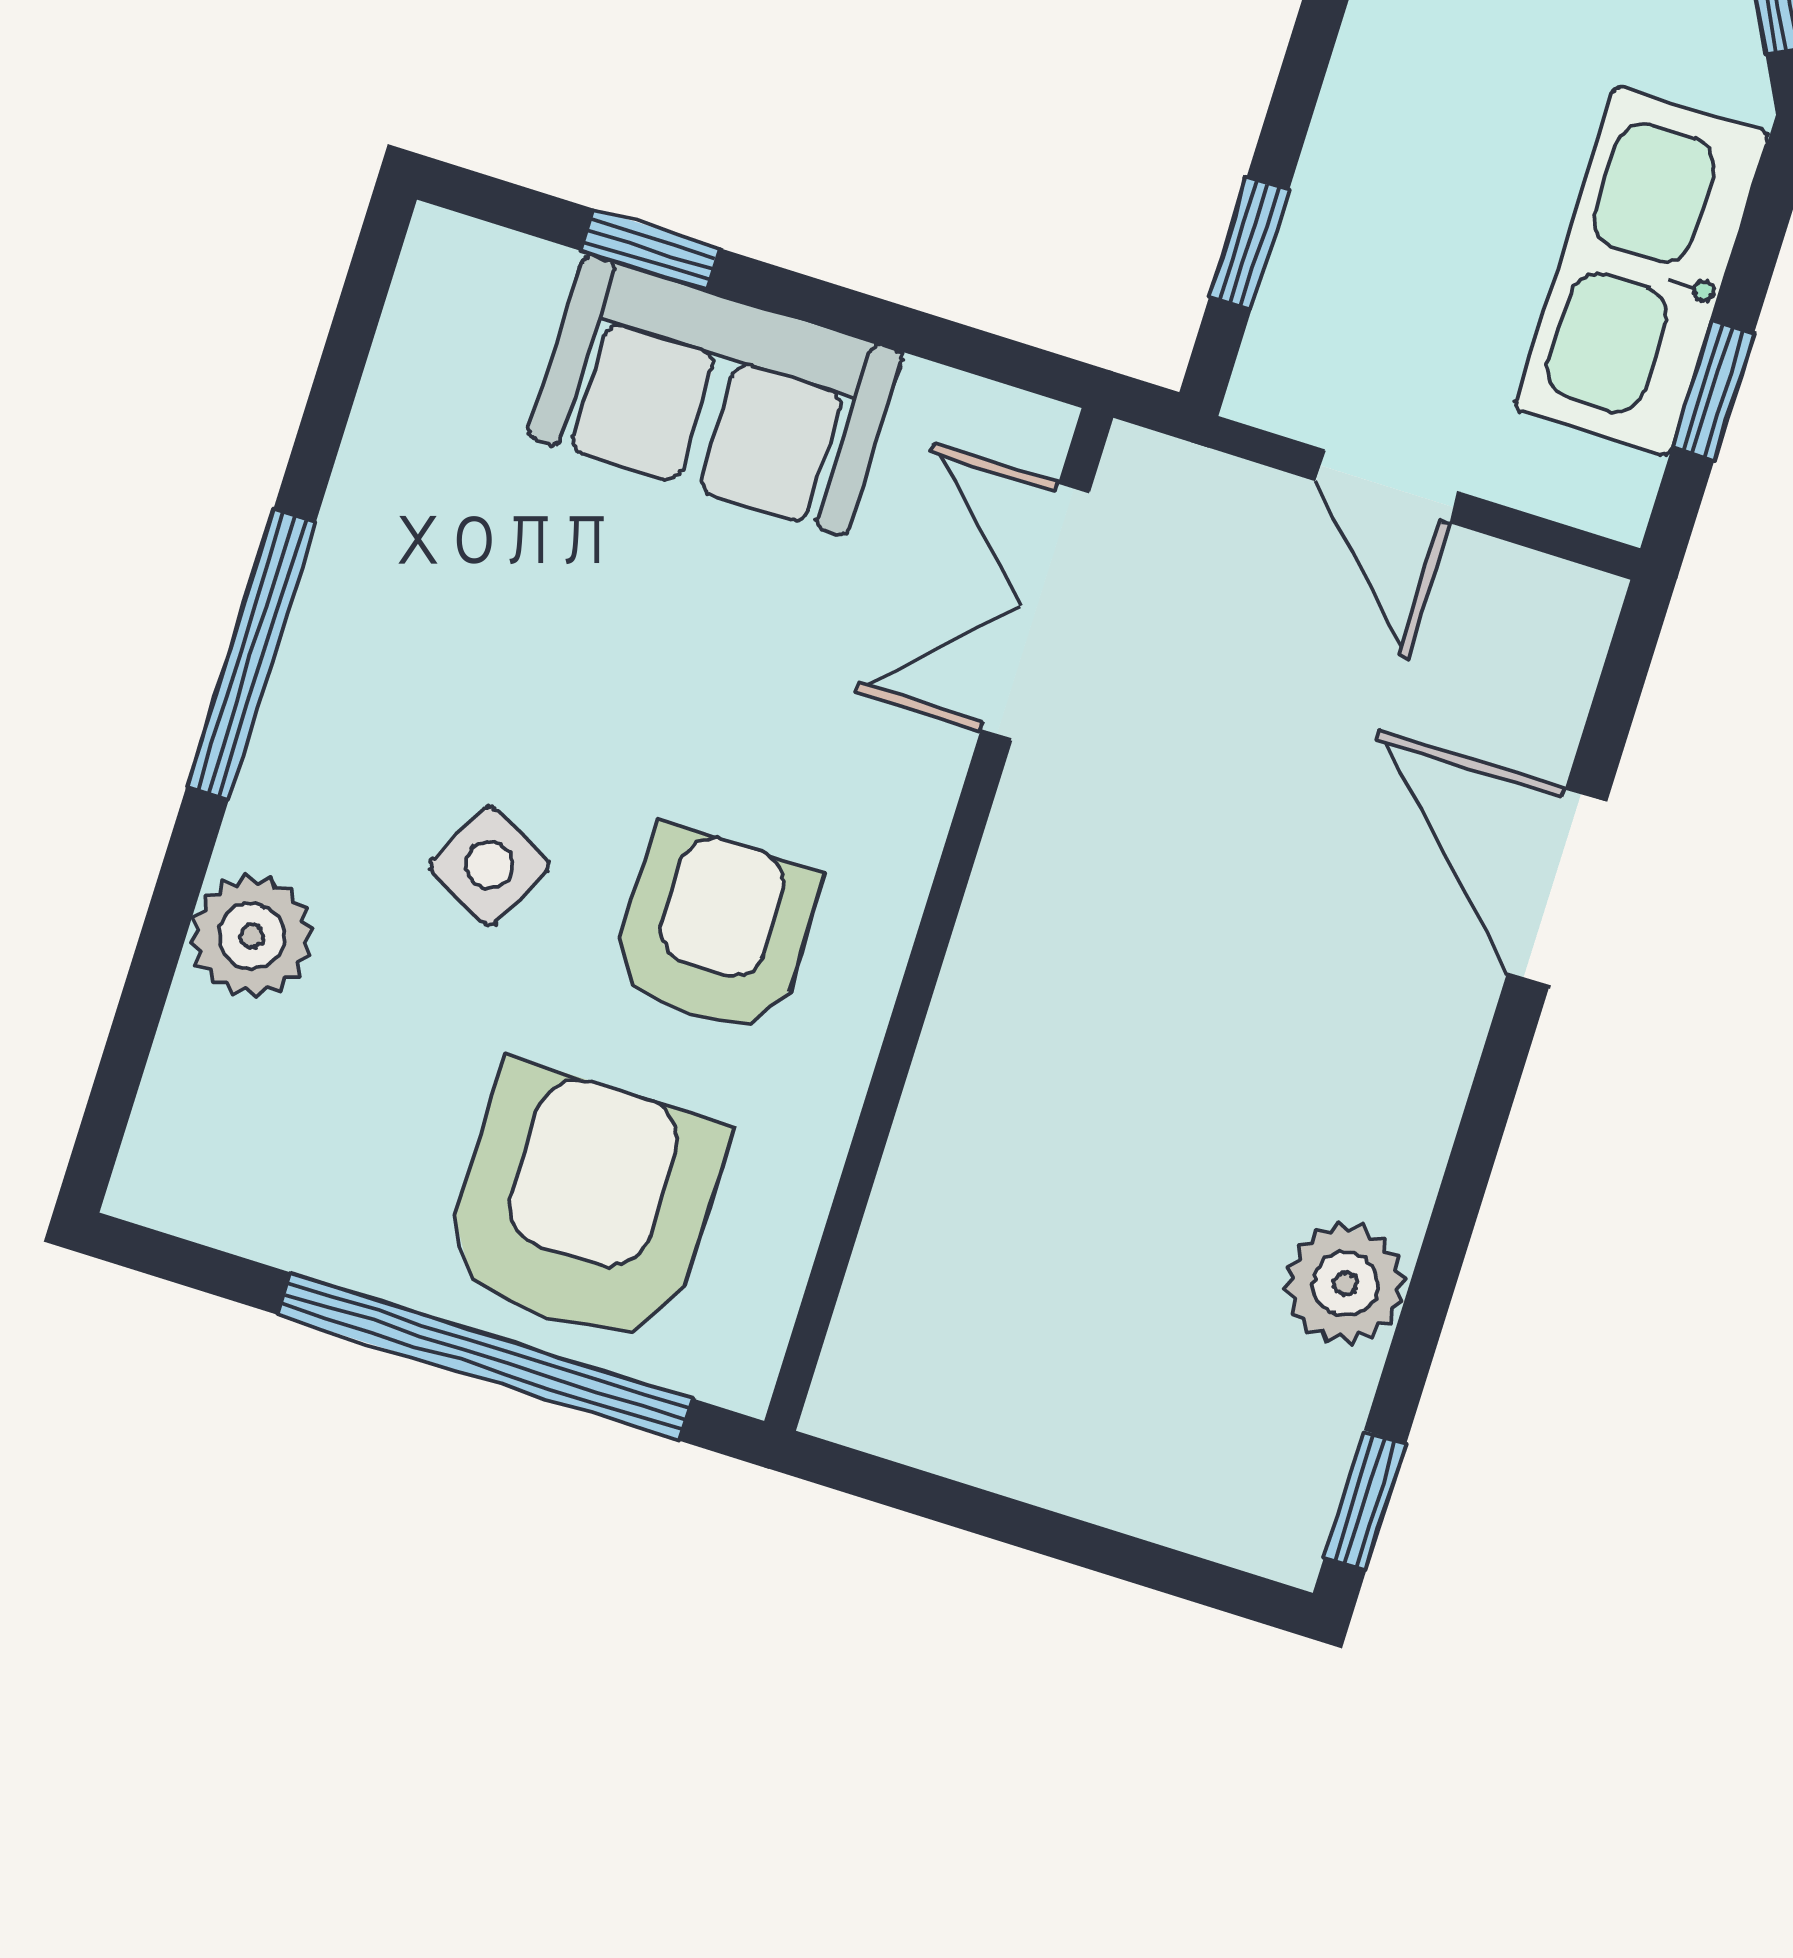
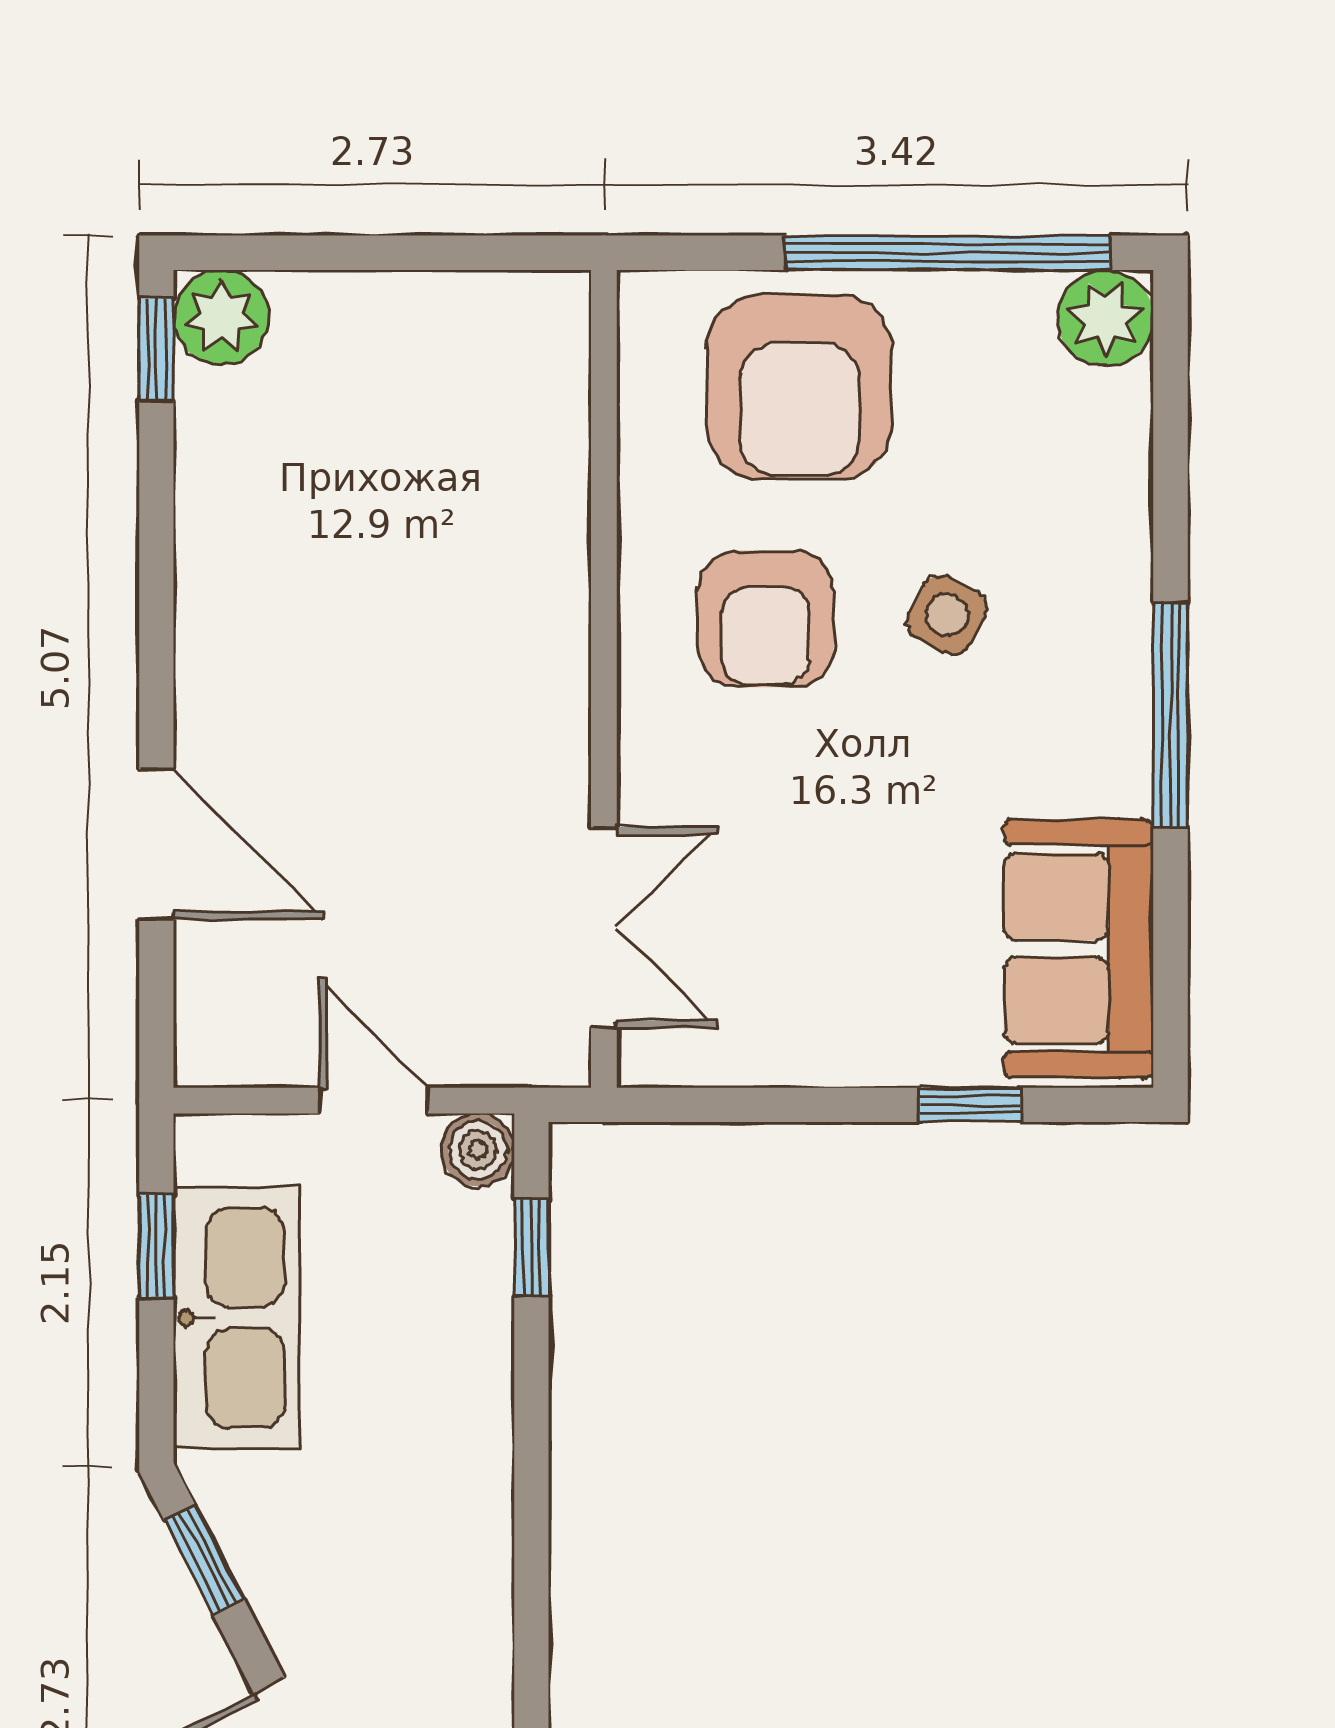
boiler: (1278, 385) -> (478, 1150), added
sofa: (716, 395) -> (1079, 949), moved, turned -90
plant: (252, 936) -> (1105, 318), moved
plant: (1345, 1284) -> (221, 317), moved
window: (486, 1357) -> (948, 253), moved

